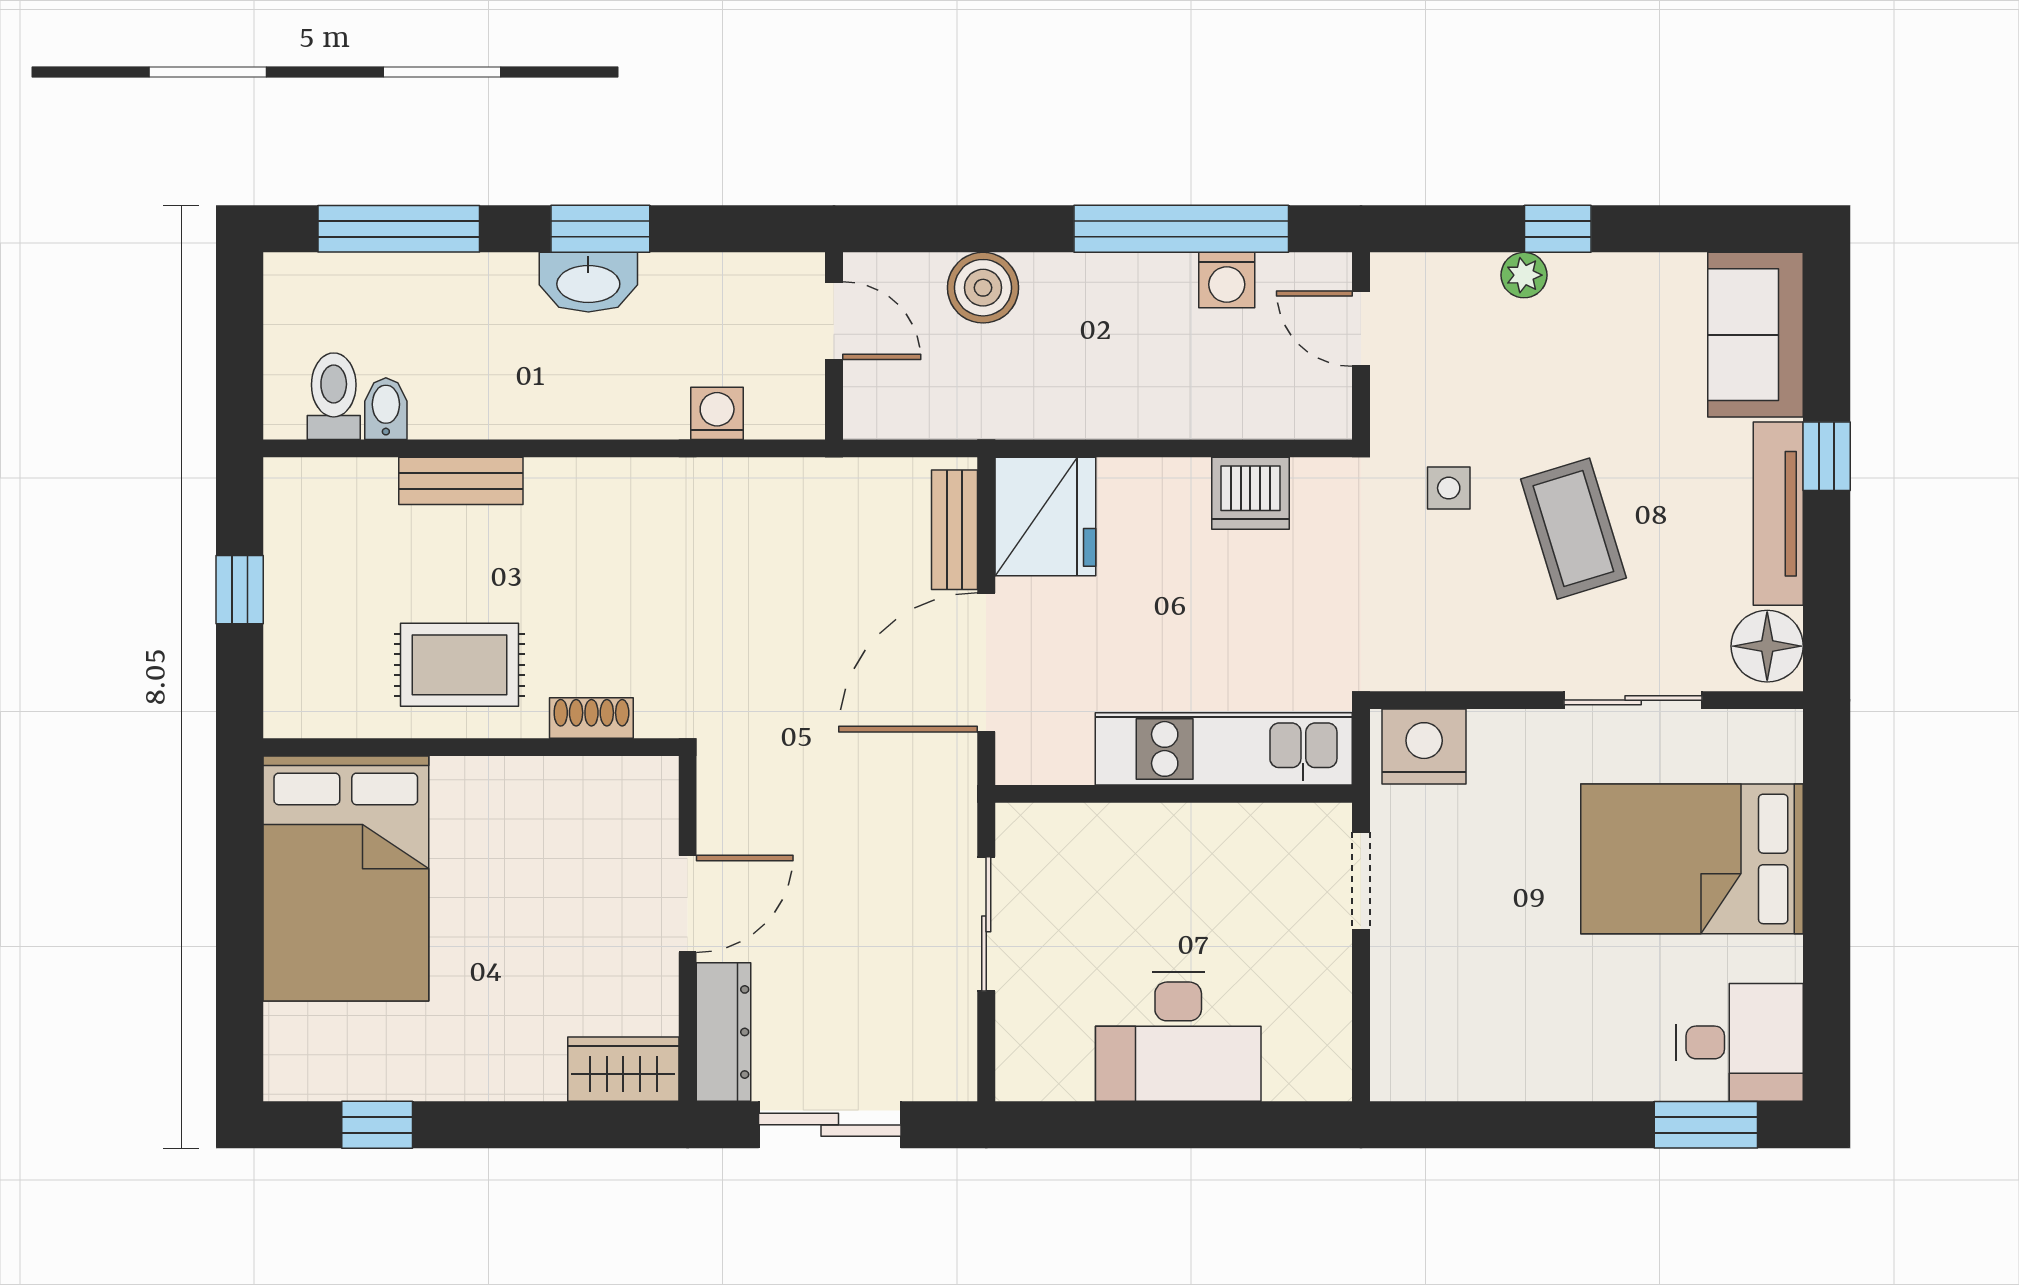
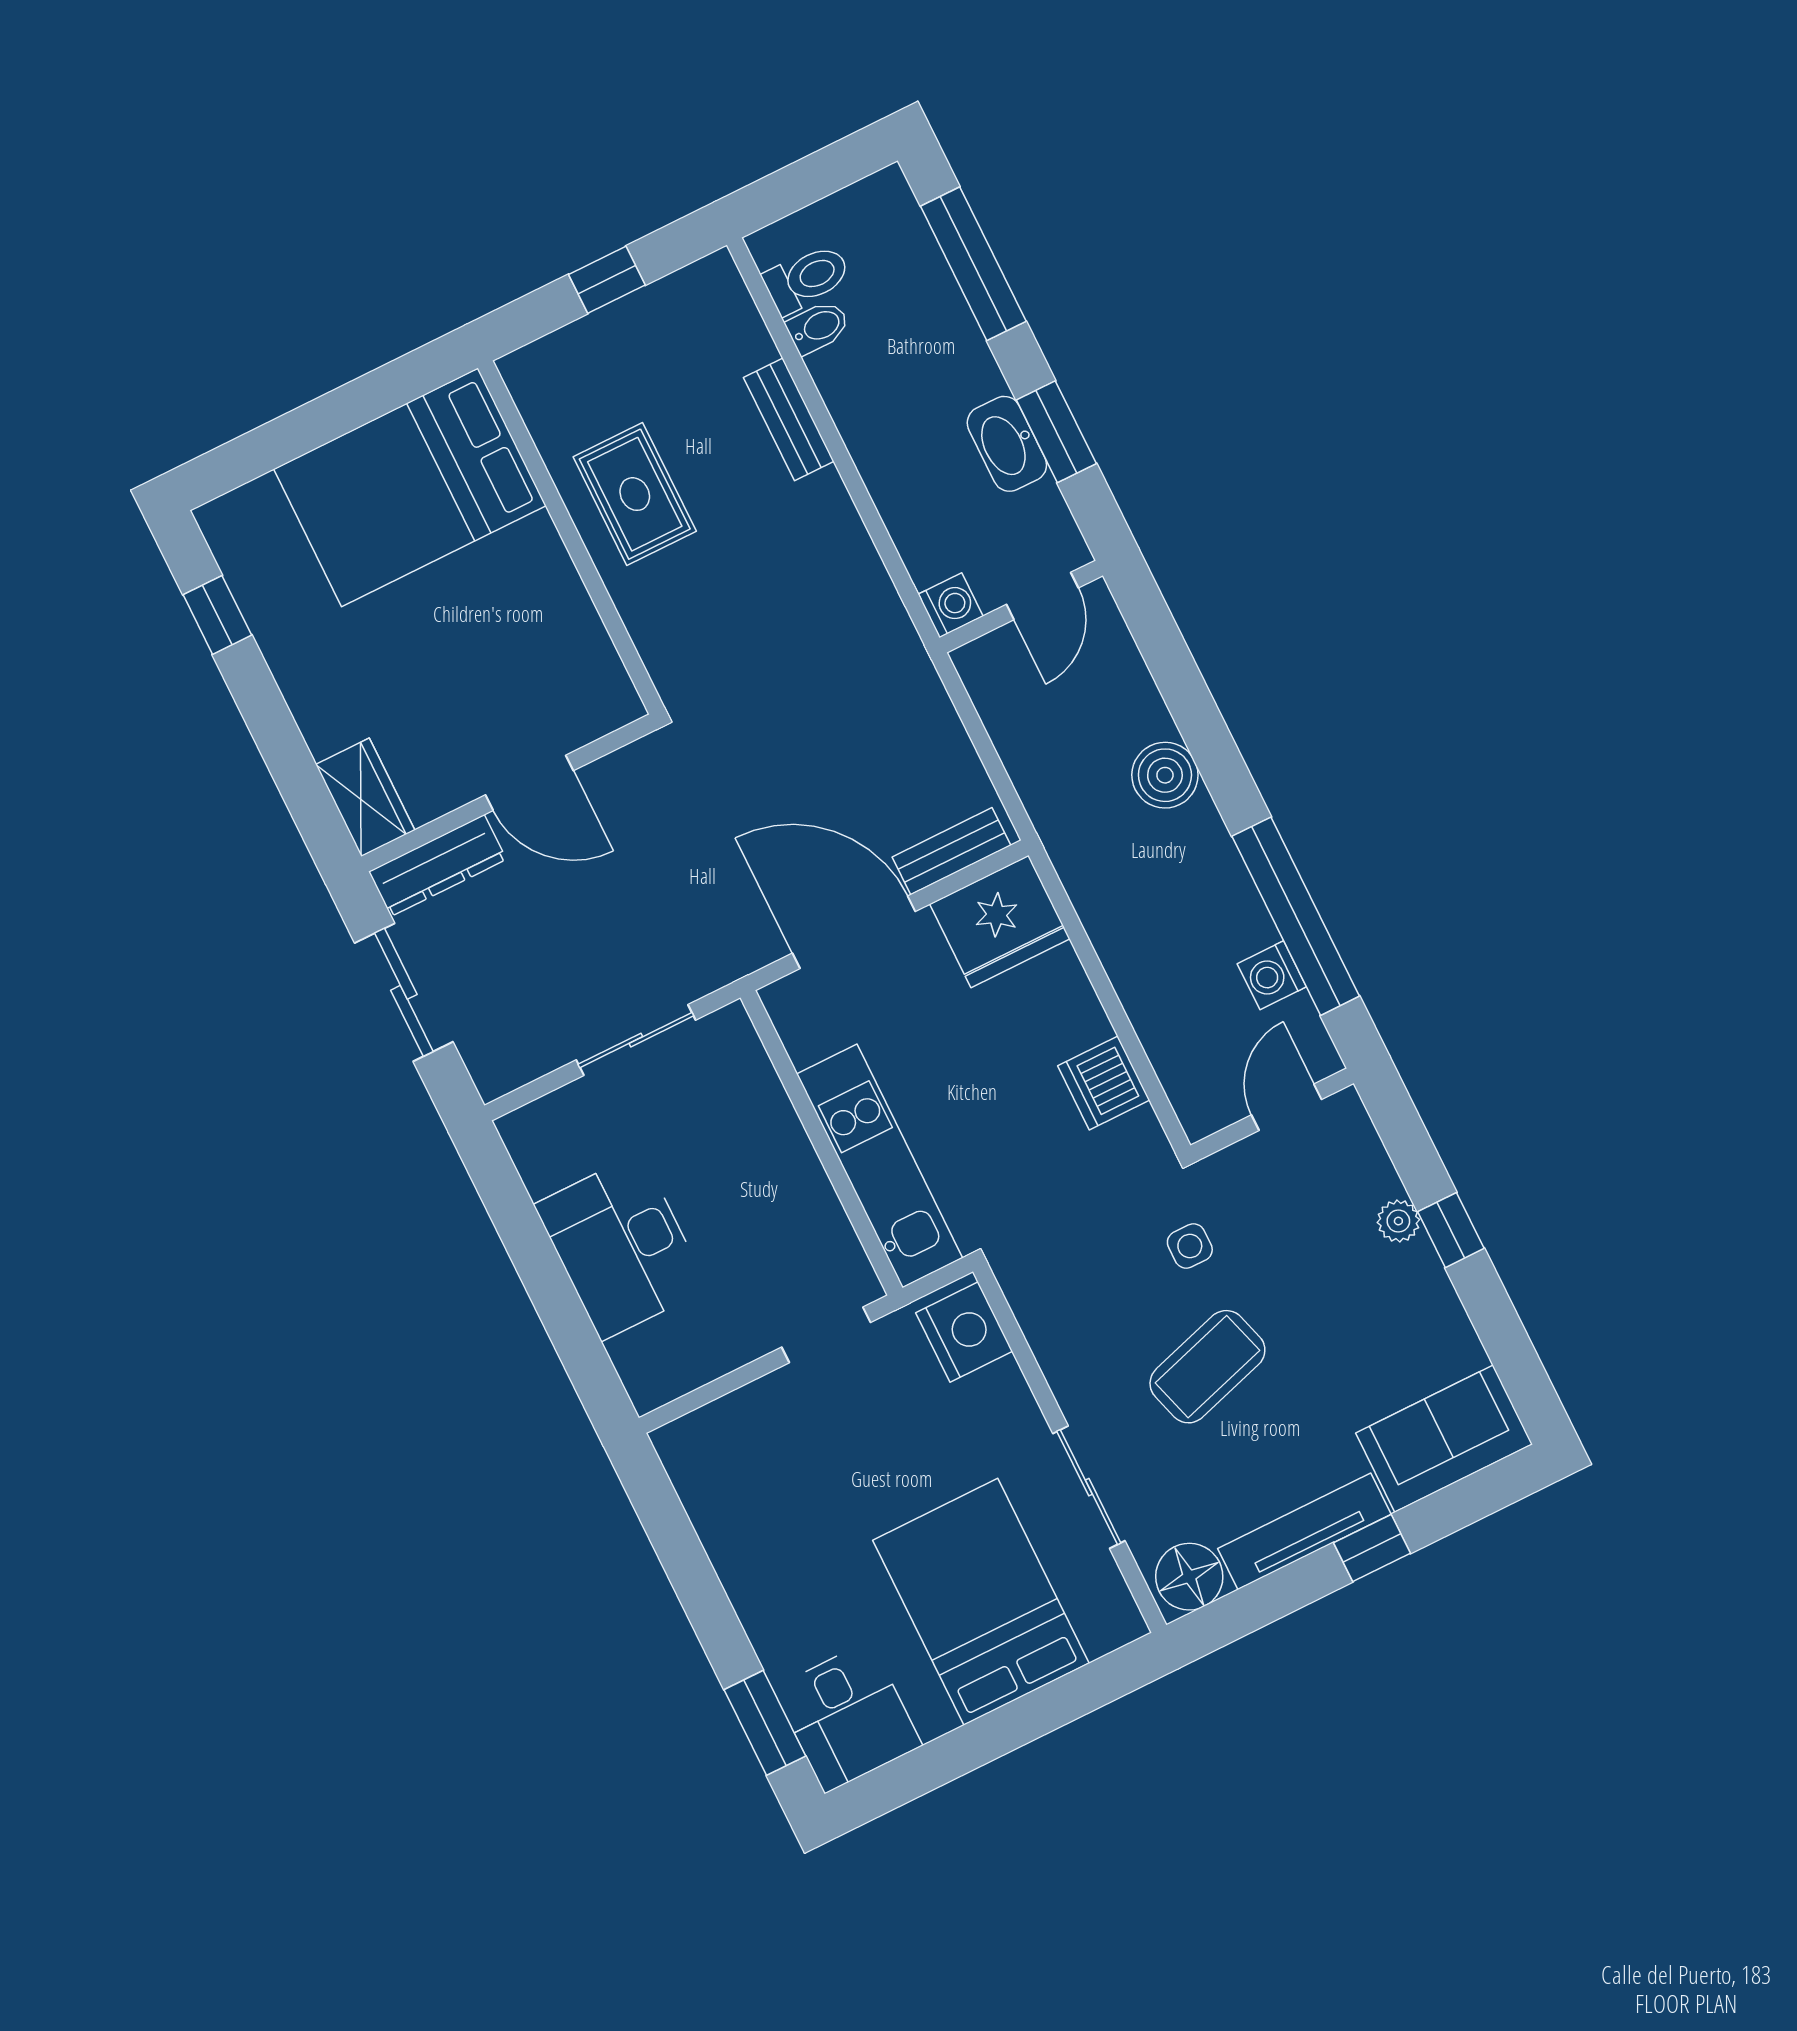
door: (834, 321) -> (1042, 596), moved
wall: (834, 346) -> (1021, 607), moved
shoe rack: (591, 718) -> (645, 626), removed

